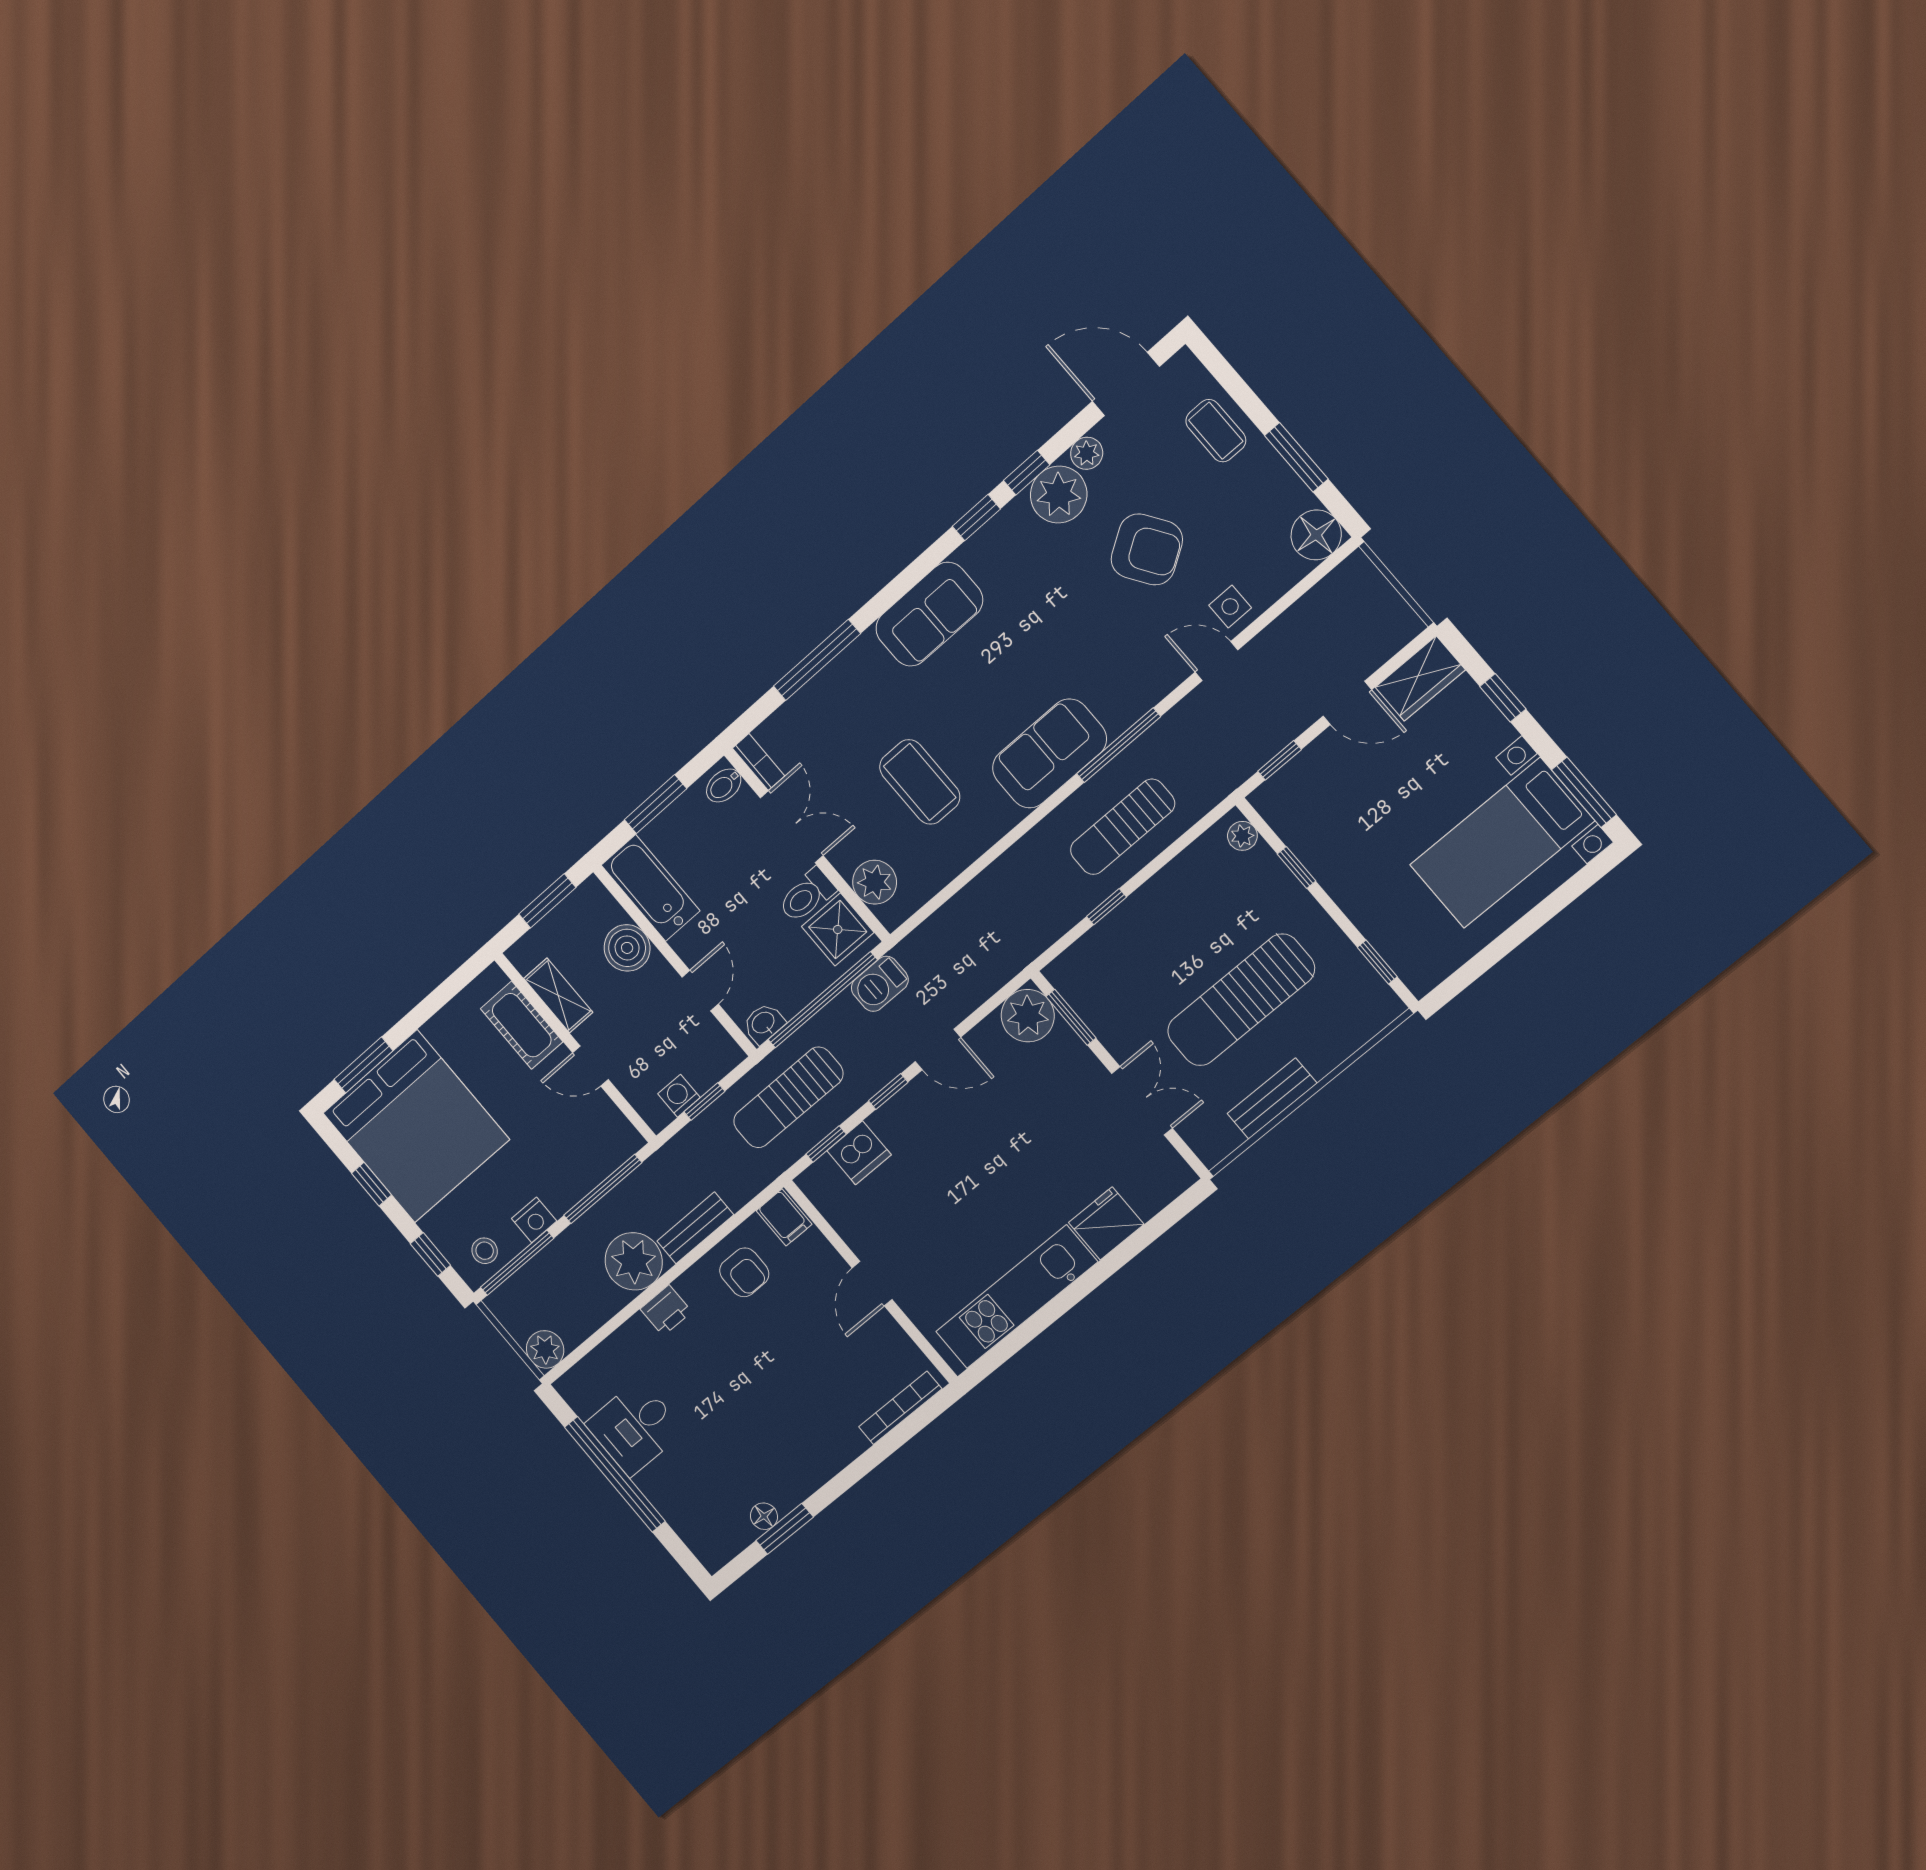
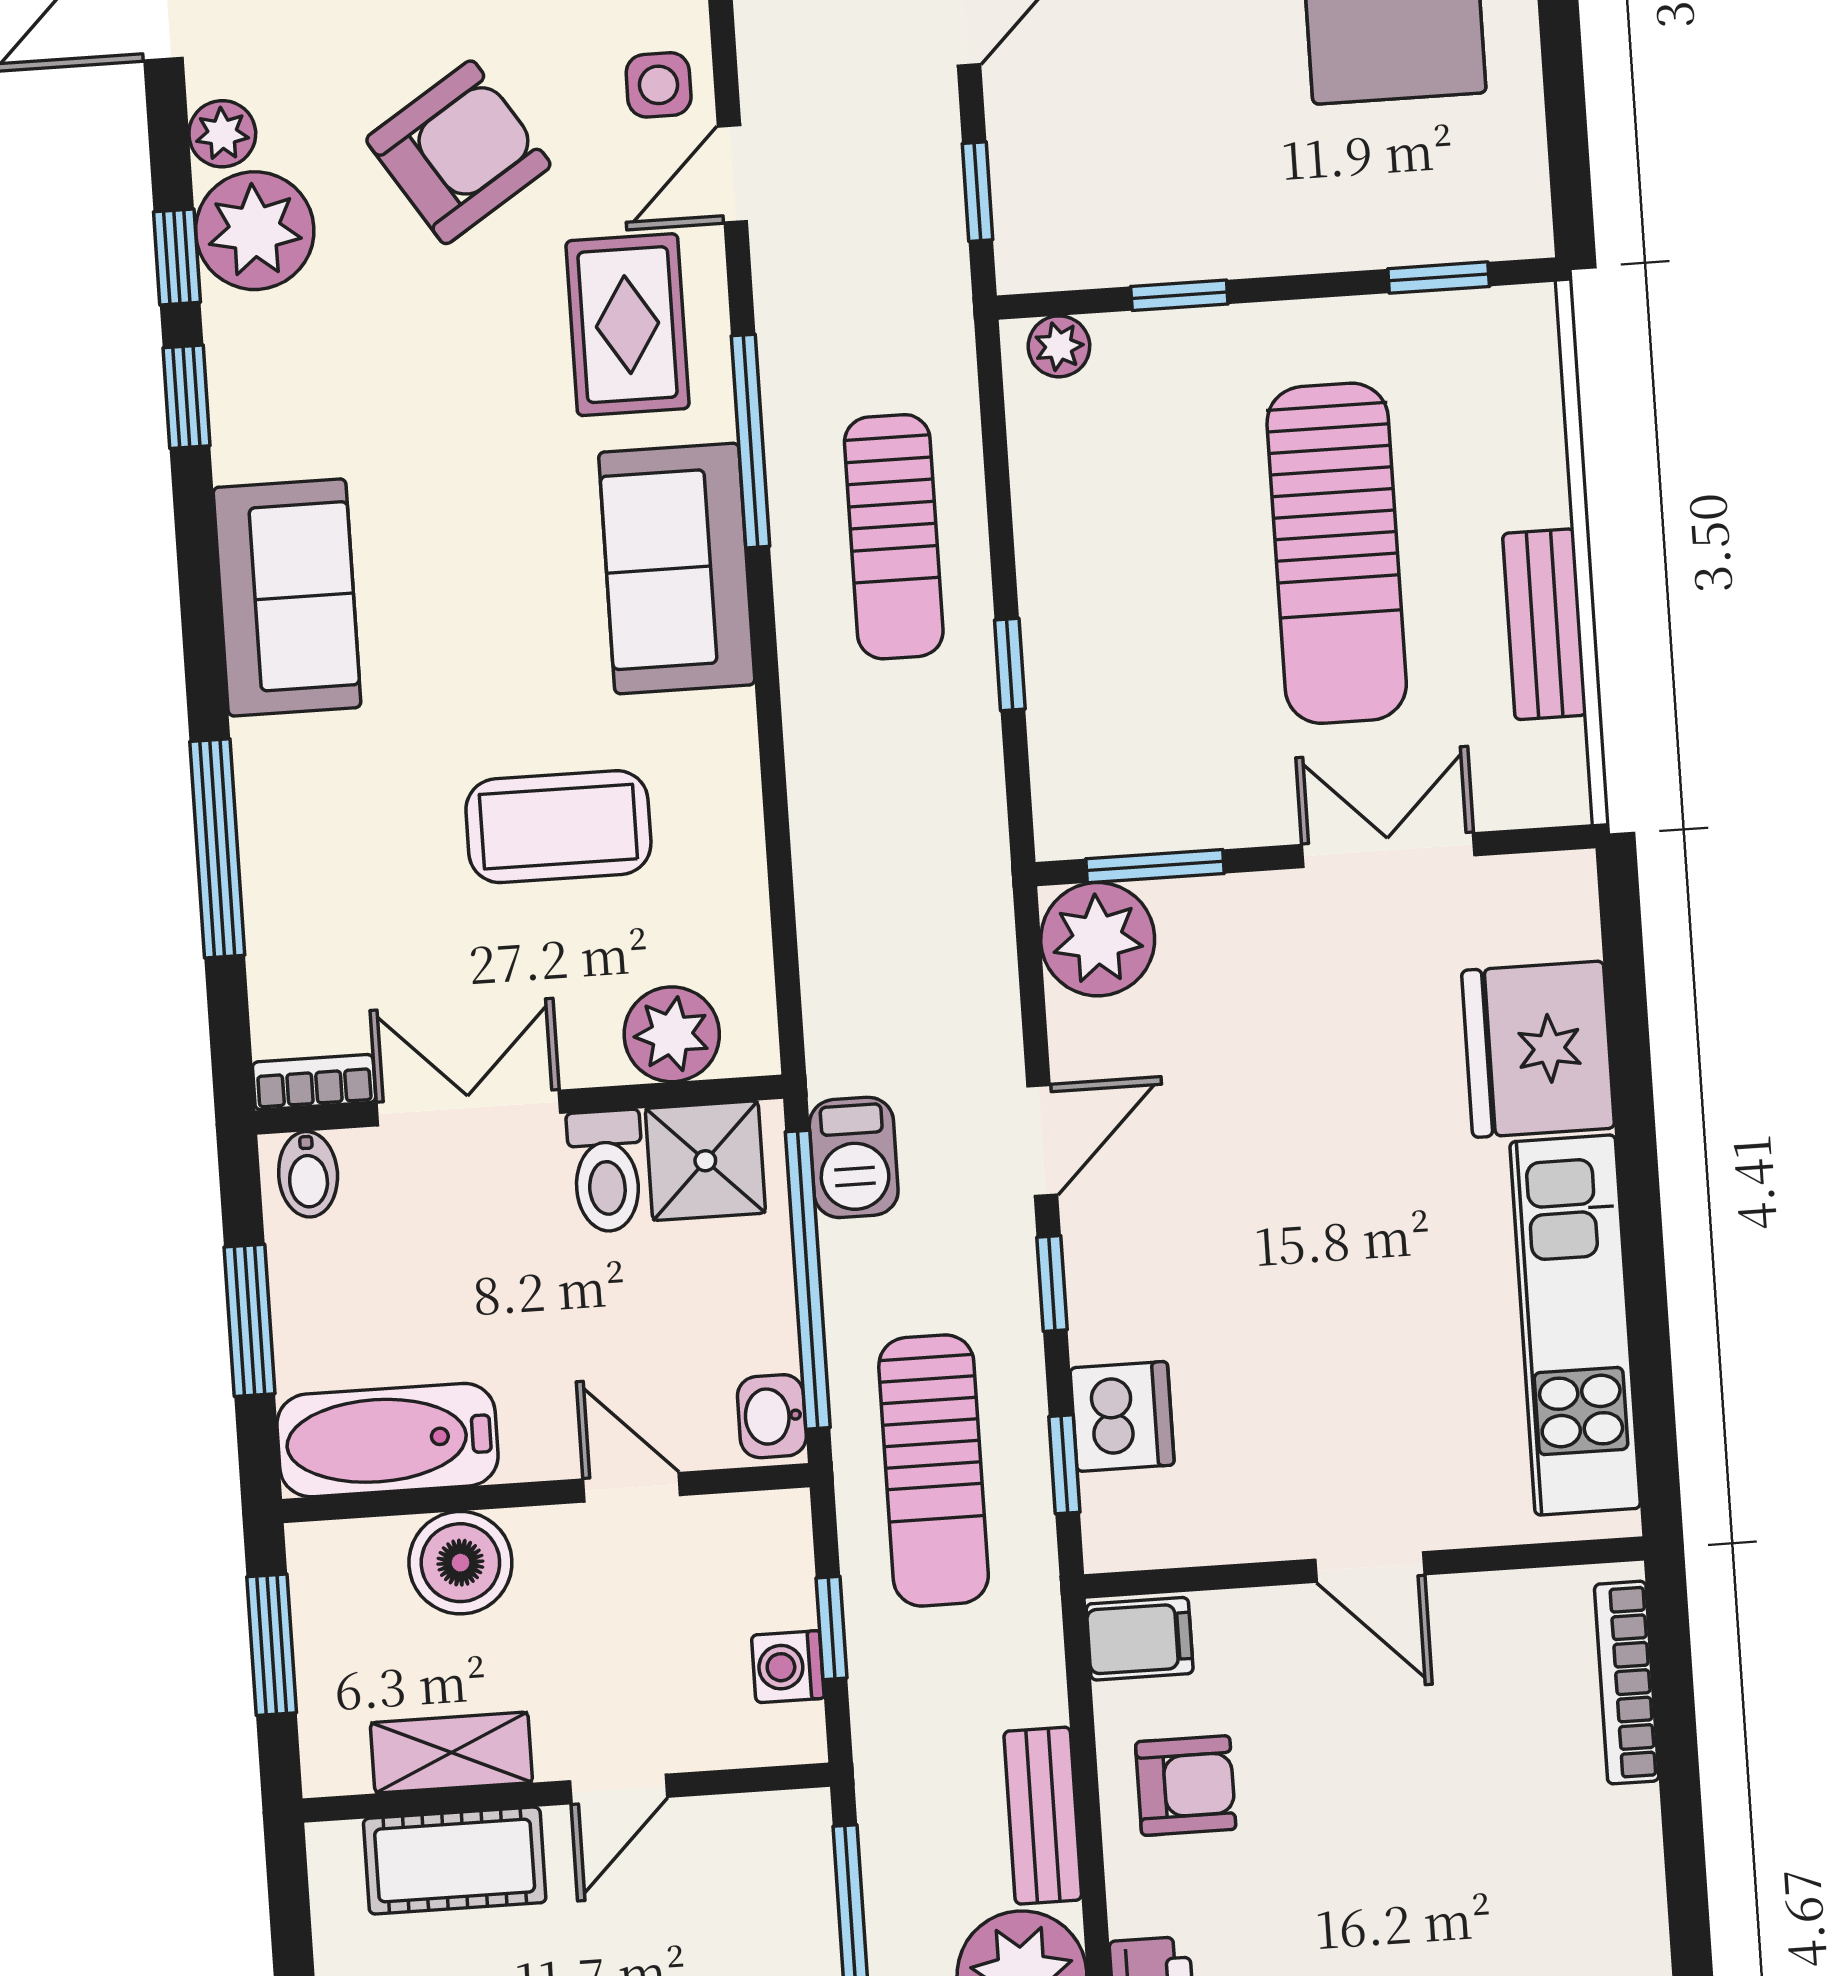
rug: (1128, 665) -> (627, 325), added
fridge: (1106, 1223) -> (1538, 1049), width x1.36, depth x1.34

